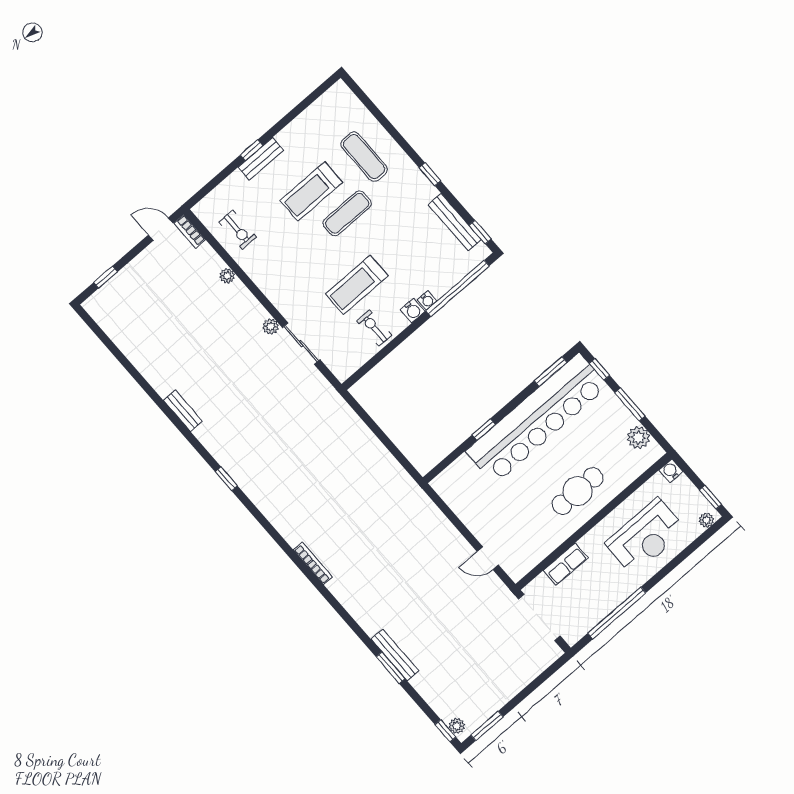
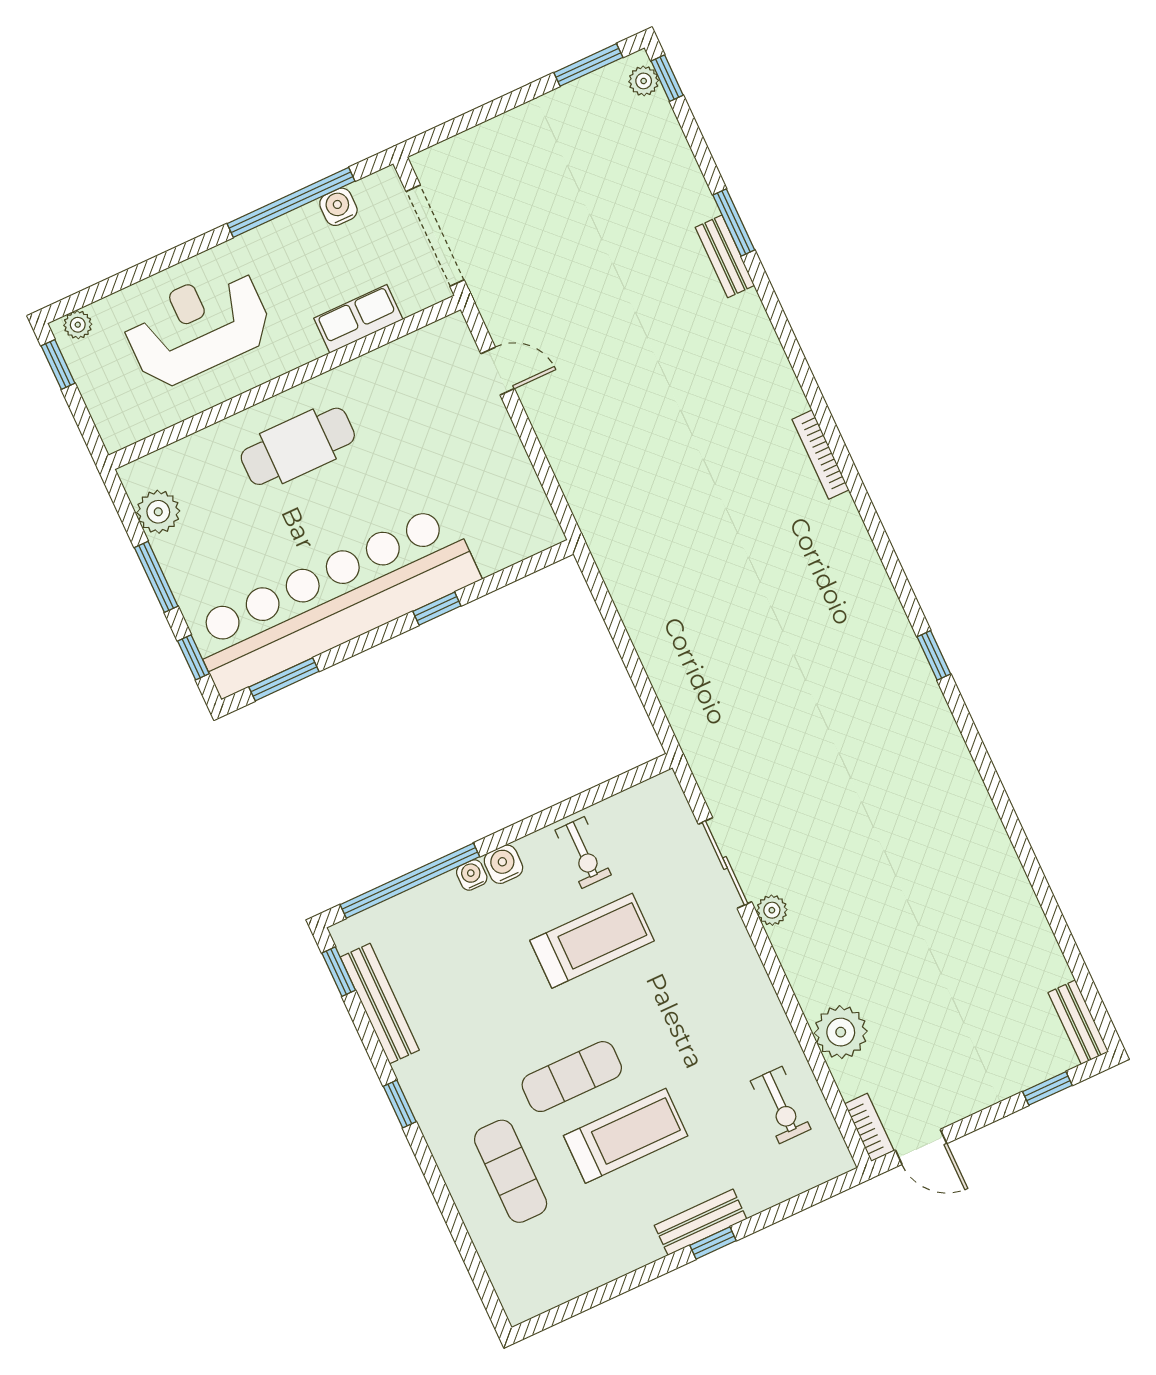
exercise bike: (238, 230) -> (781, 1105), turned 180
plant: (227, 276) -> (841, 1032), width x1.88, depth x1.88
bench: (183, 411) -> (1078, 1022), moved
water cooler: (671, 471) -> (338, 207), moved, turned 180
bench: (395, 655) -> (725, 256), width x0.73

